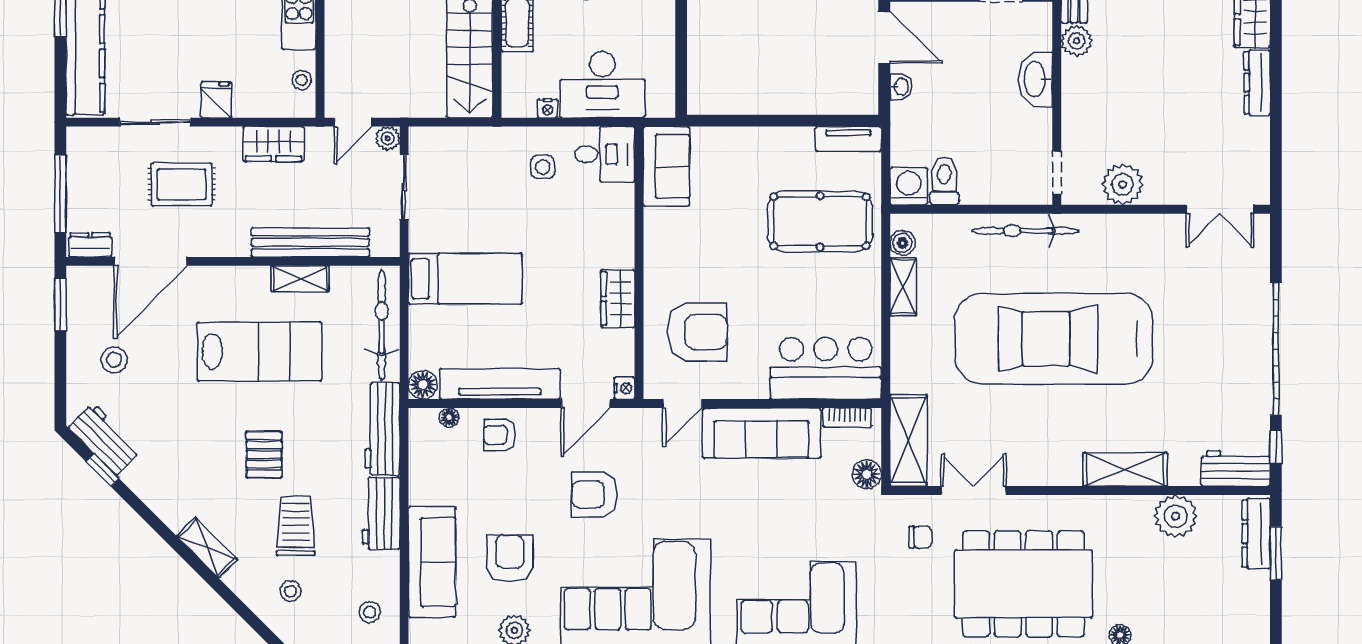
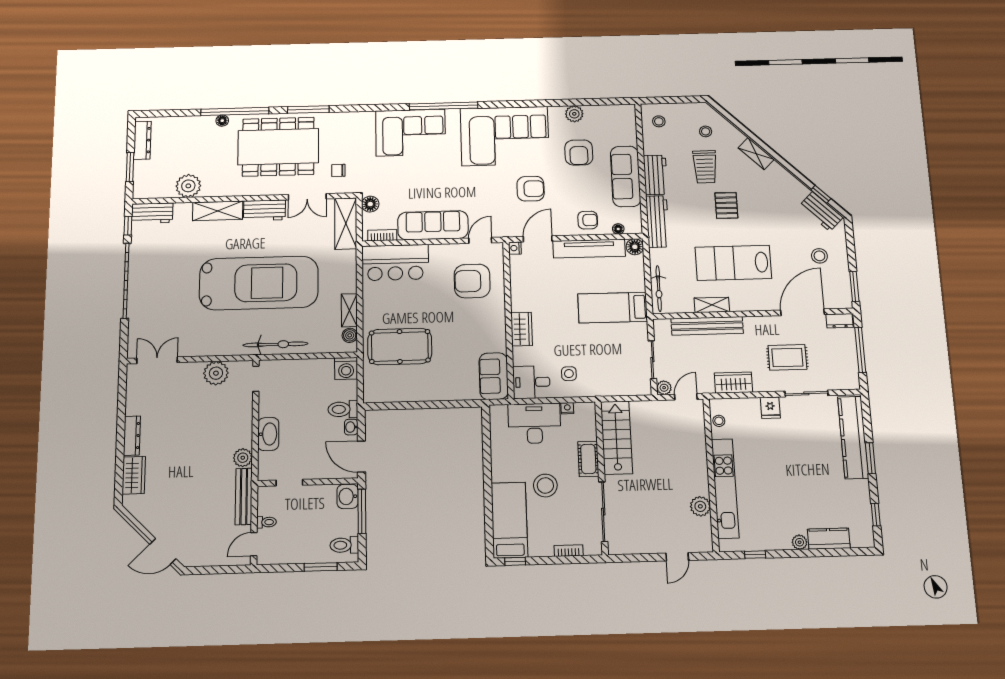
tv unit: (848, 139) -> (383, 395), removed
toilet: (944, 181) -> (343, 409), moved, turned 90
wardrobe: (618, 298) -> (522, 329), moved
bicycle: (382, 325) -> (659, 289), width x0.73, depth x0.71
workbench: (1046, 468) -> (264, 210), added
dresser: (1256, 534) -> (142, 140), moved
sofa: (432, 562) -> (626, 176), moved

